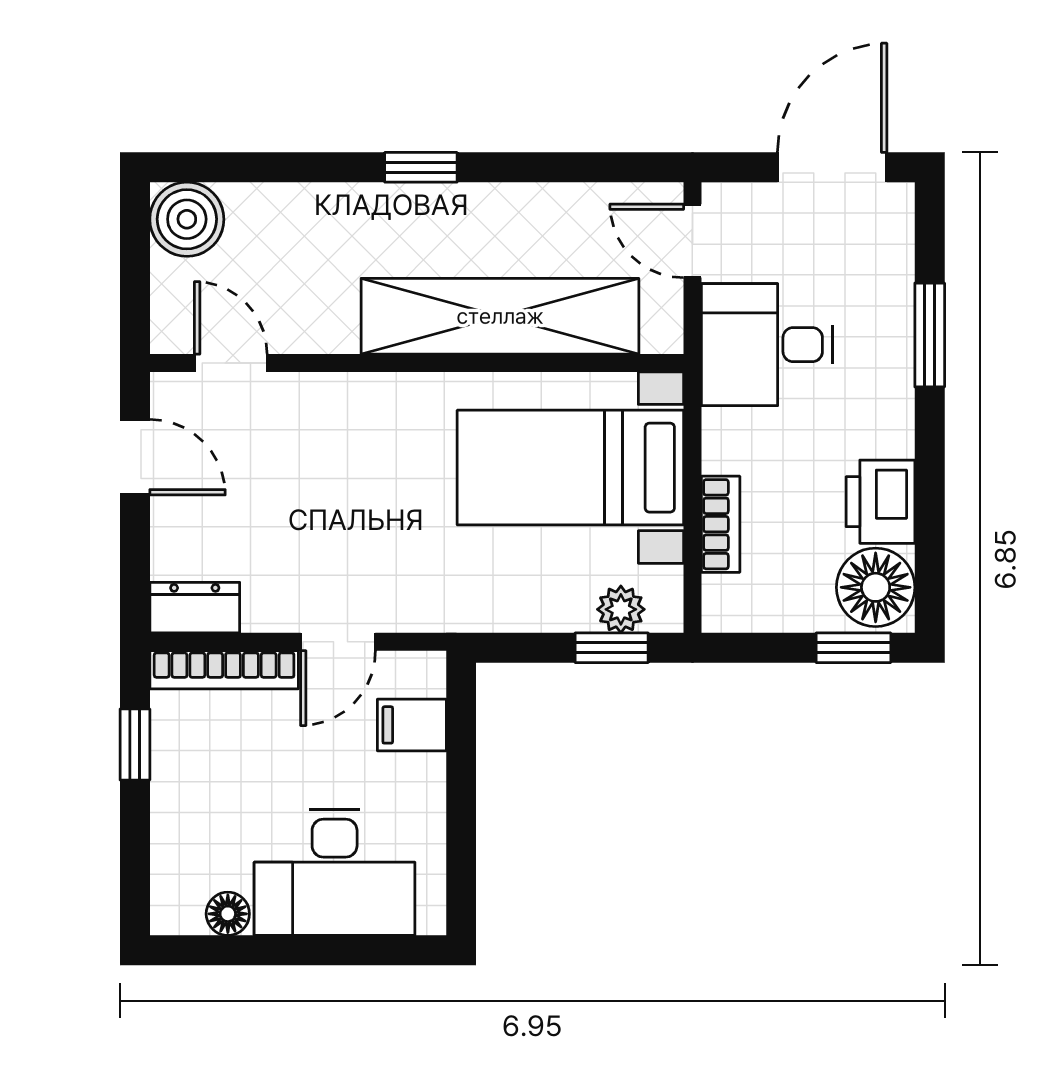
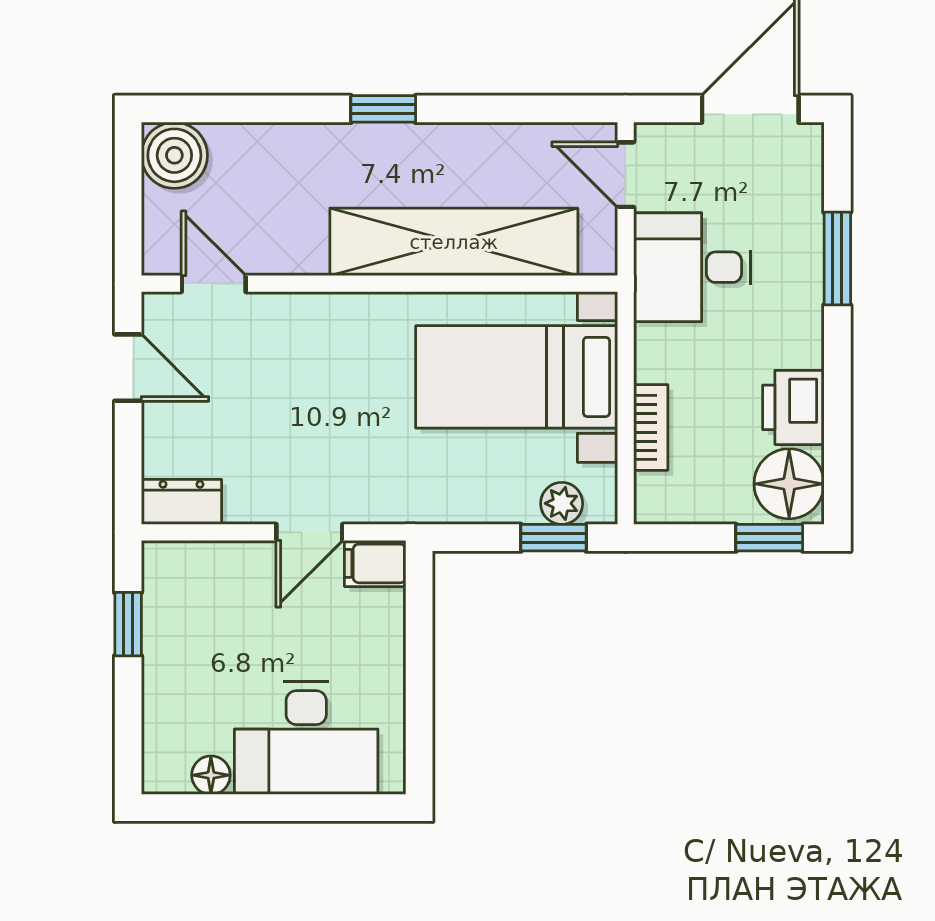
bookcase: (224, 670) -> (208, 557), removed
filing cabinet: (412, 725) -> (375, 563), moved

